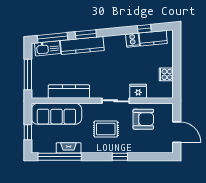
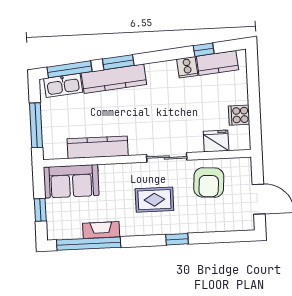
fridge: (138, 91) -> (216, 141), moved
sofa: (56, 114) -> (71, 181), width x0.73
armchair: (143, 119) -> (209, 182), turned 94

